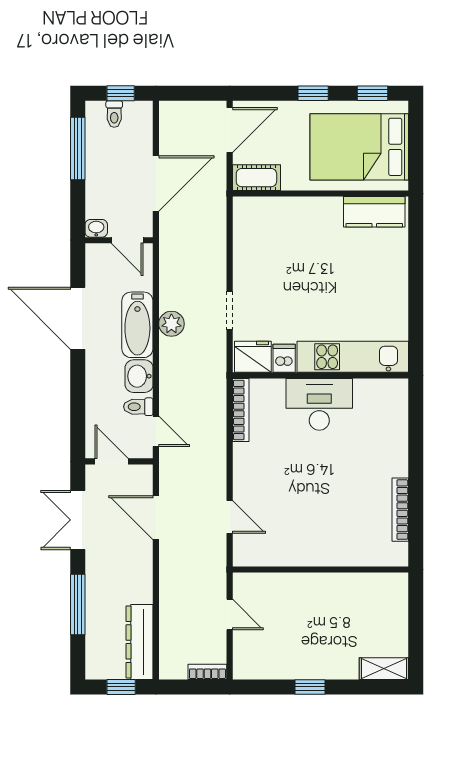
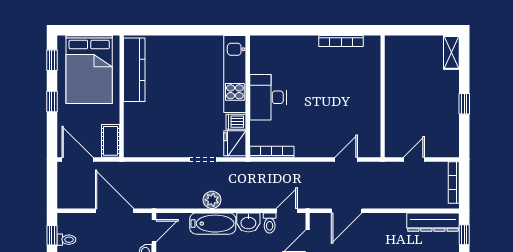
kitchen counter: (374, 212) -> (134, 70), width x1.50
bookcase: (207, 672) -> (454, 182), width x1.56

